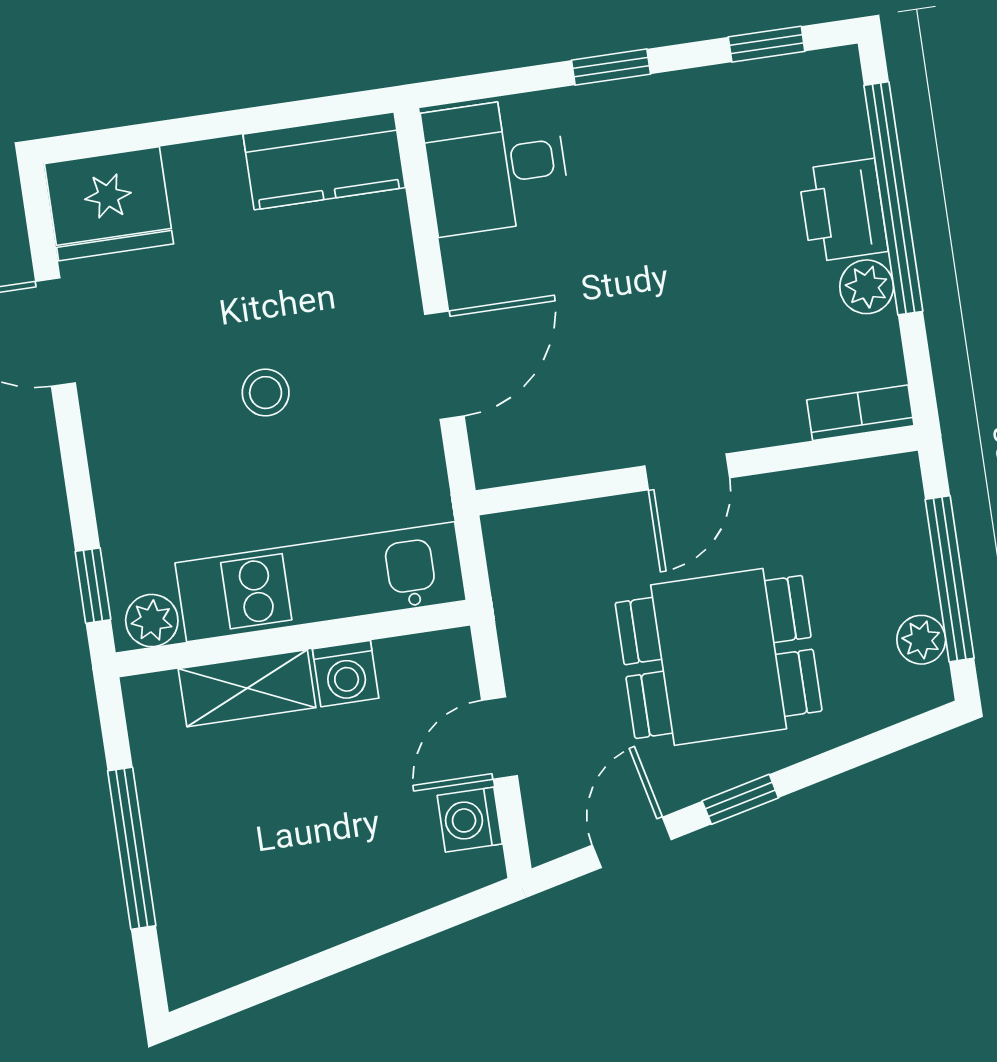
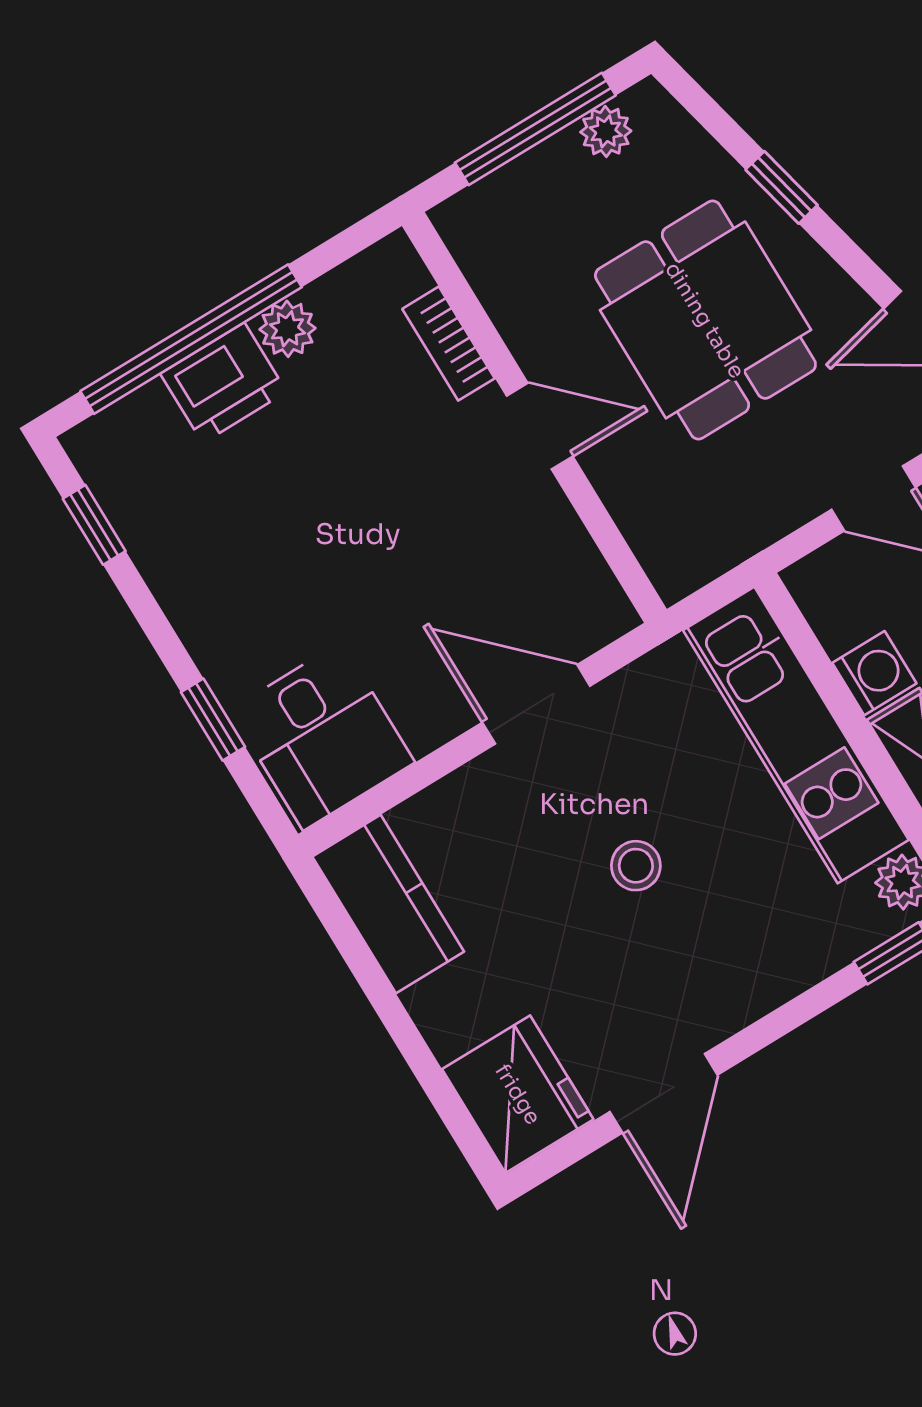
window: (611, 67) -> (213, 720), moved
bookcase: (860, 413) -> (449, 344), moved
window: (740, 799) -> (782, 187), moved

